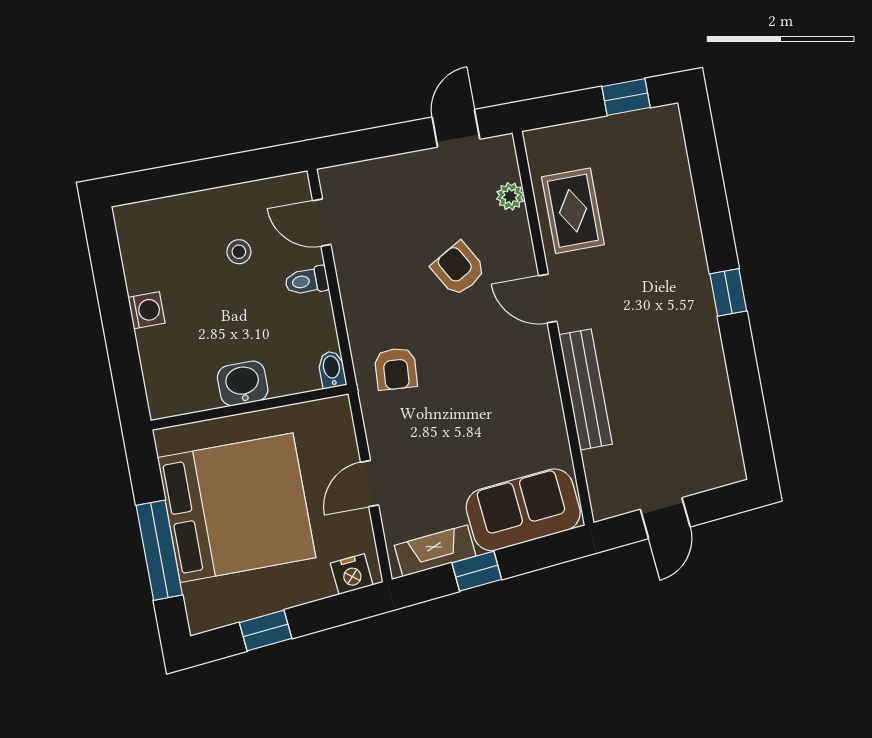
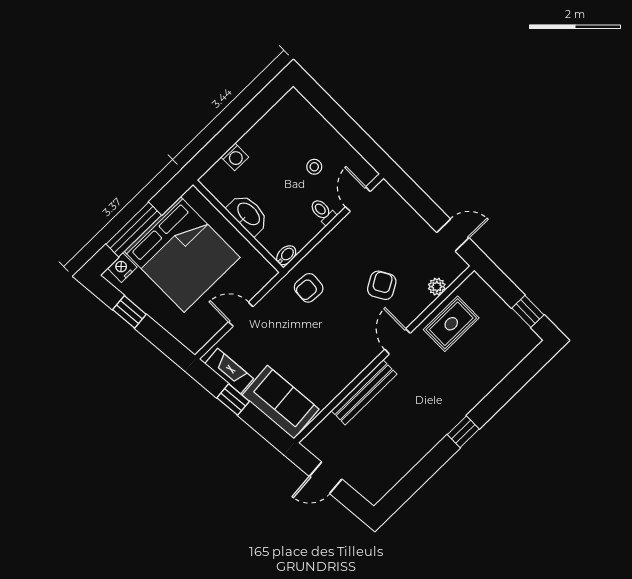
washing machine: (147, 310) -> (235, 157), moved
washbasin: (243, 383) -> (248, 214), width x1.38
nightstand: (352, 574) -> (122, 268), moved, turned 95

